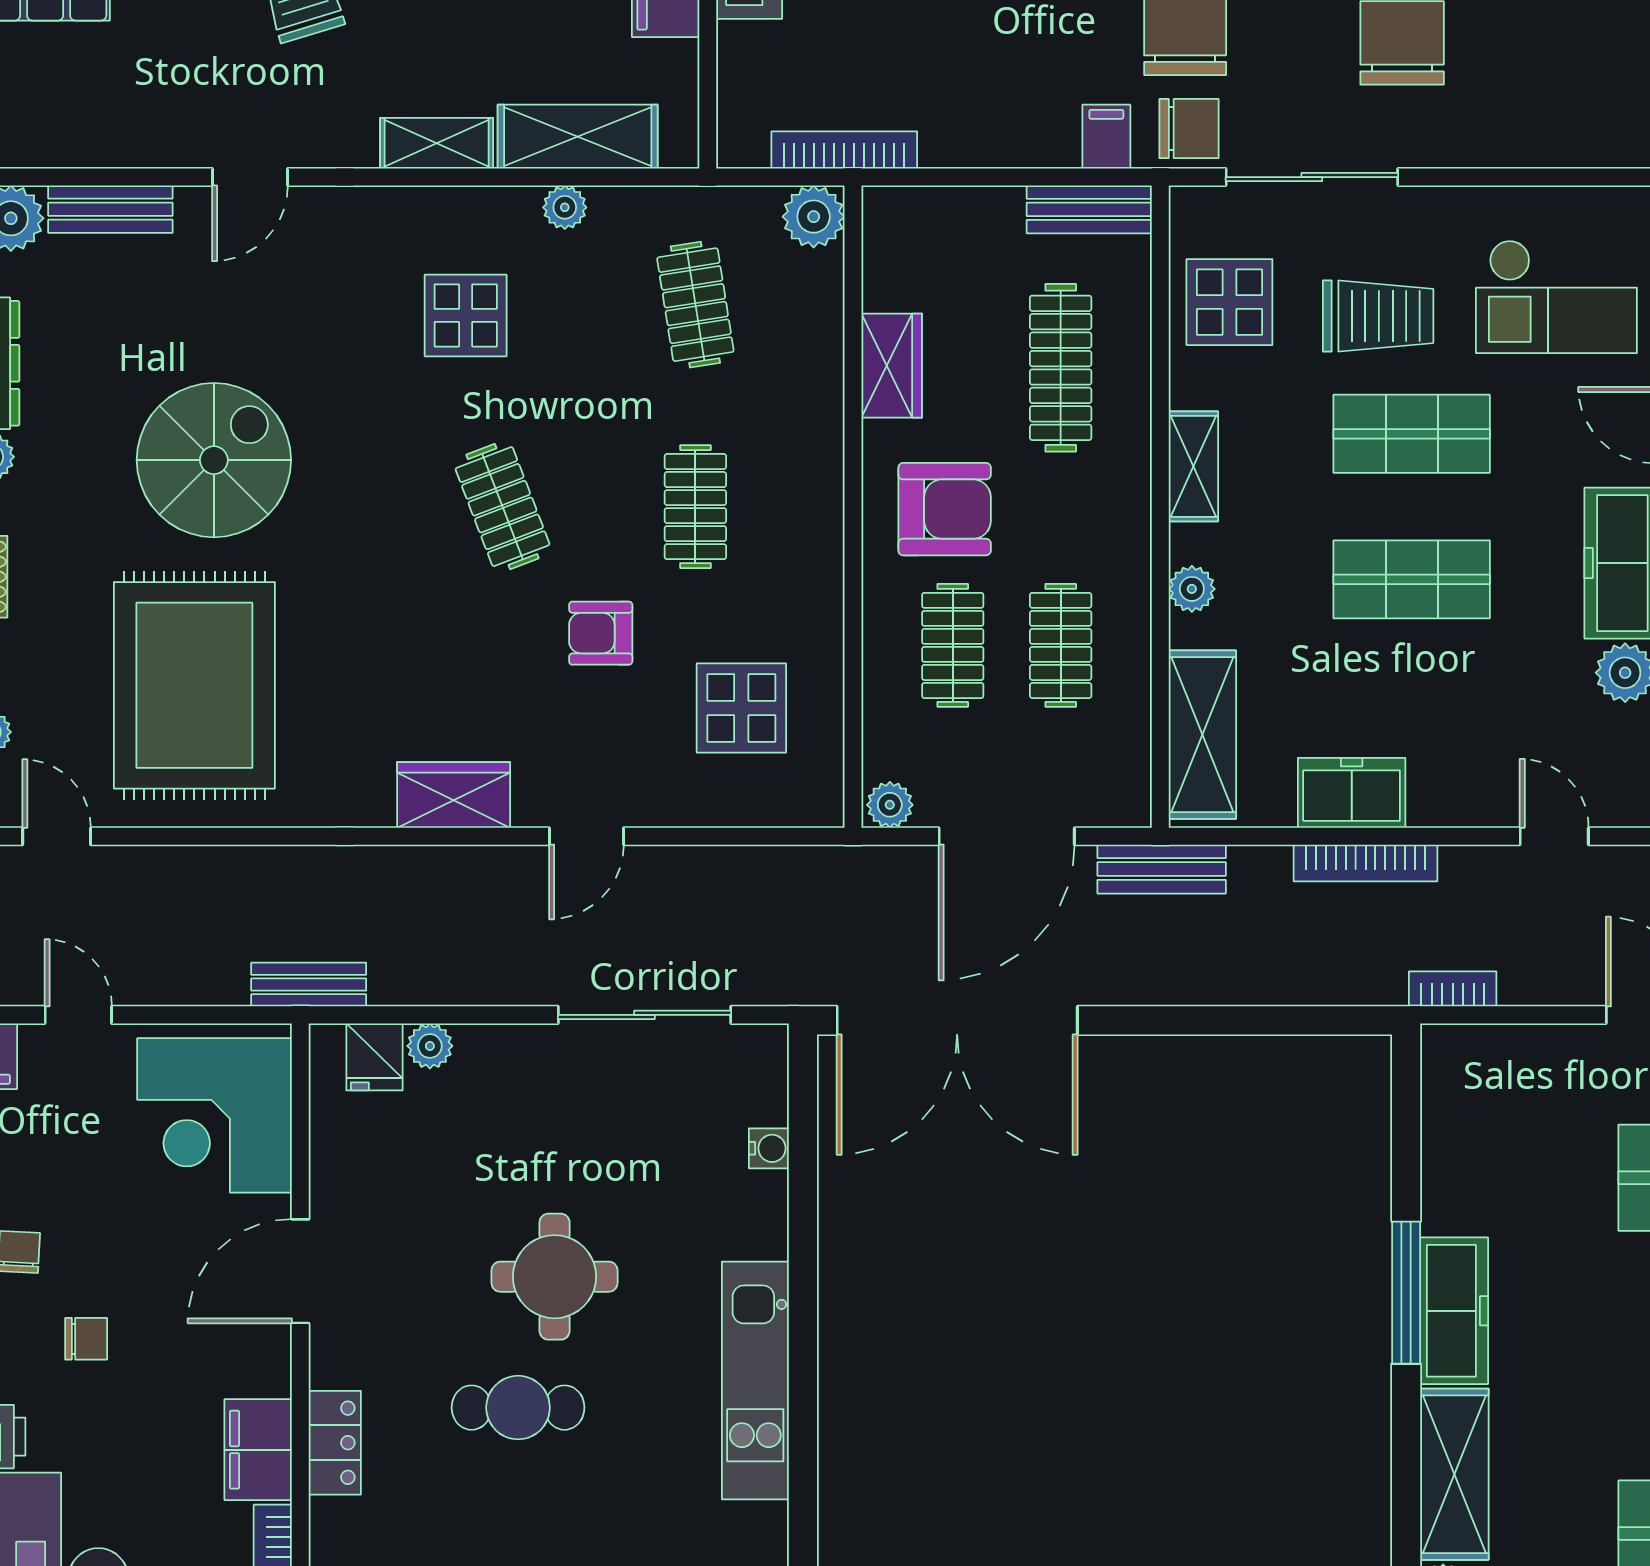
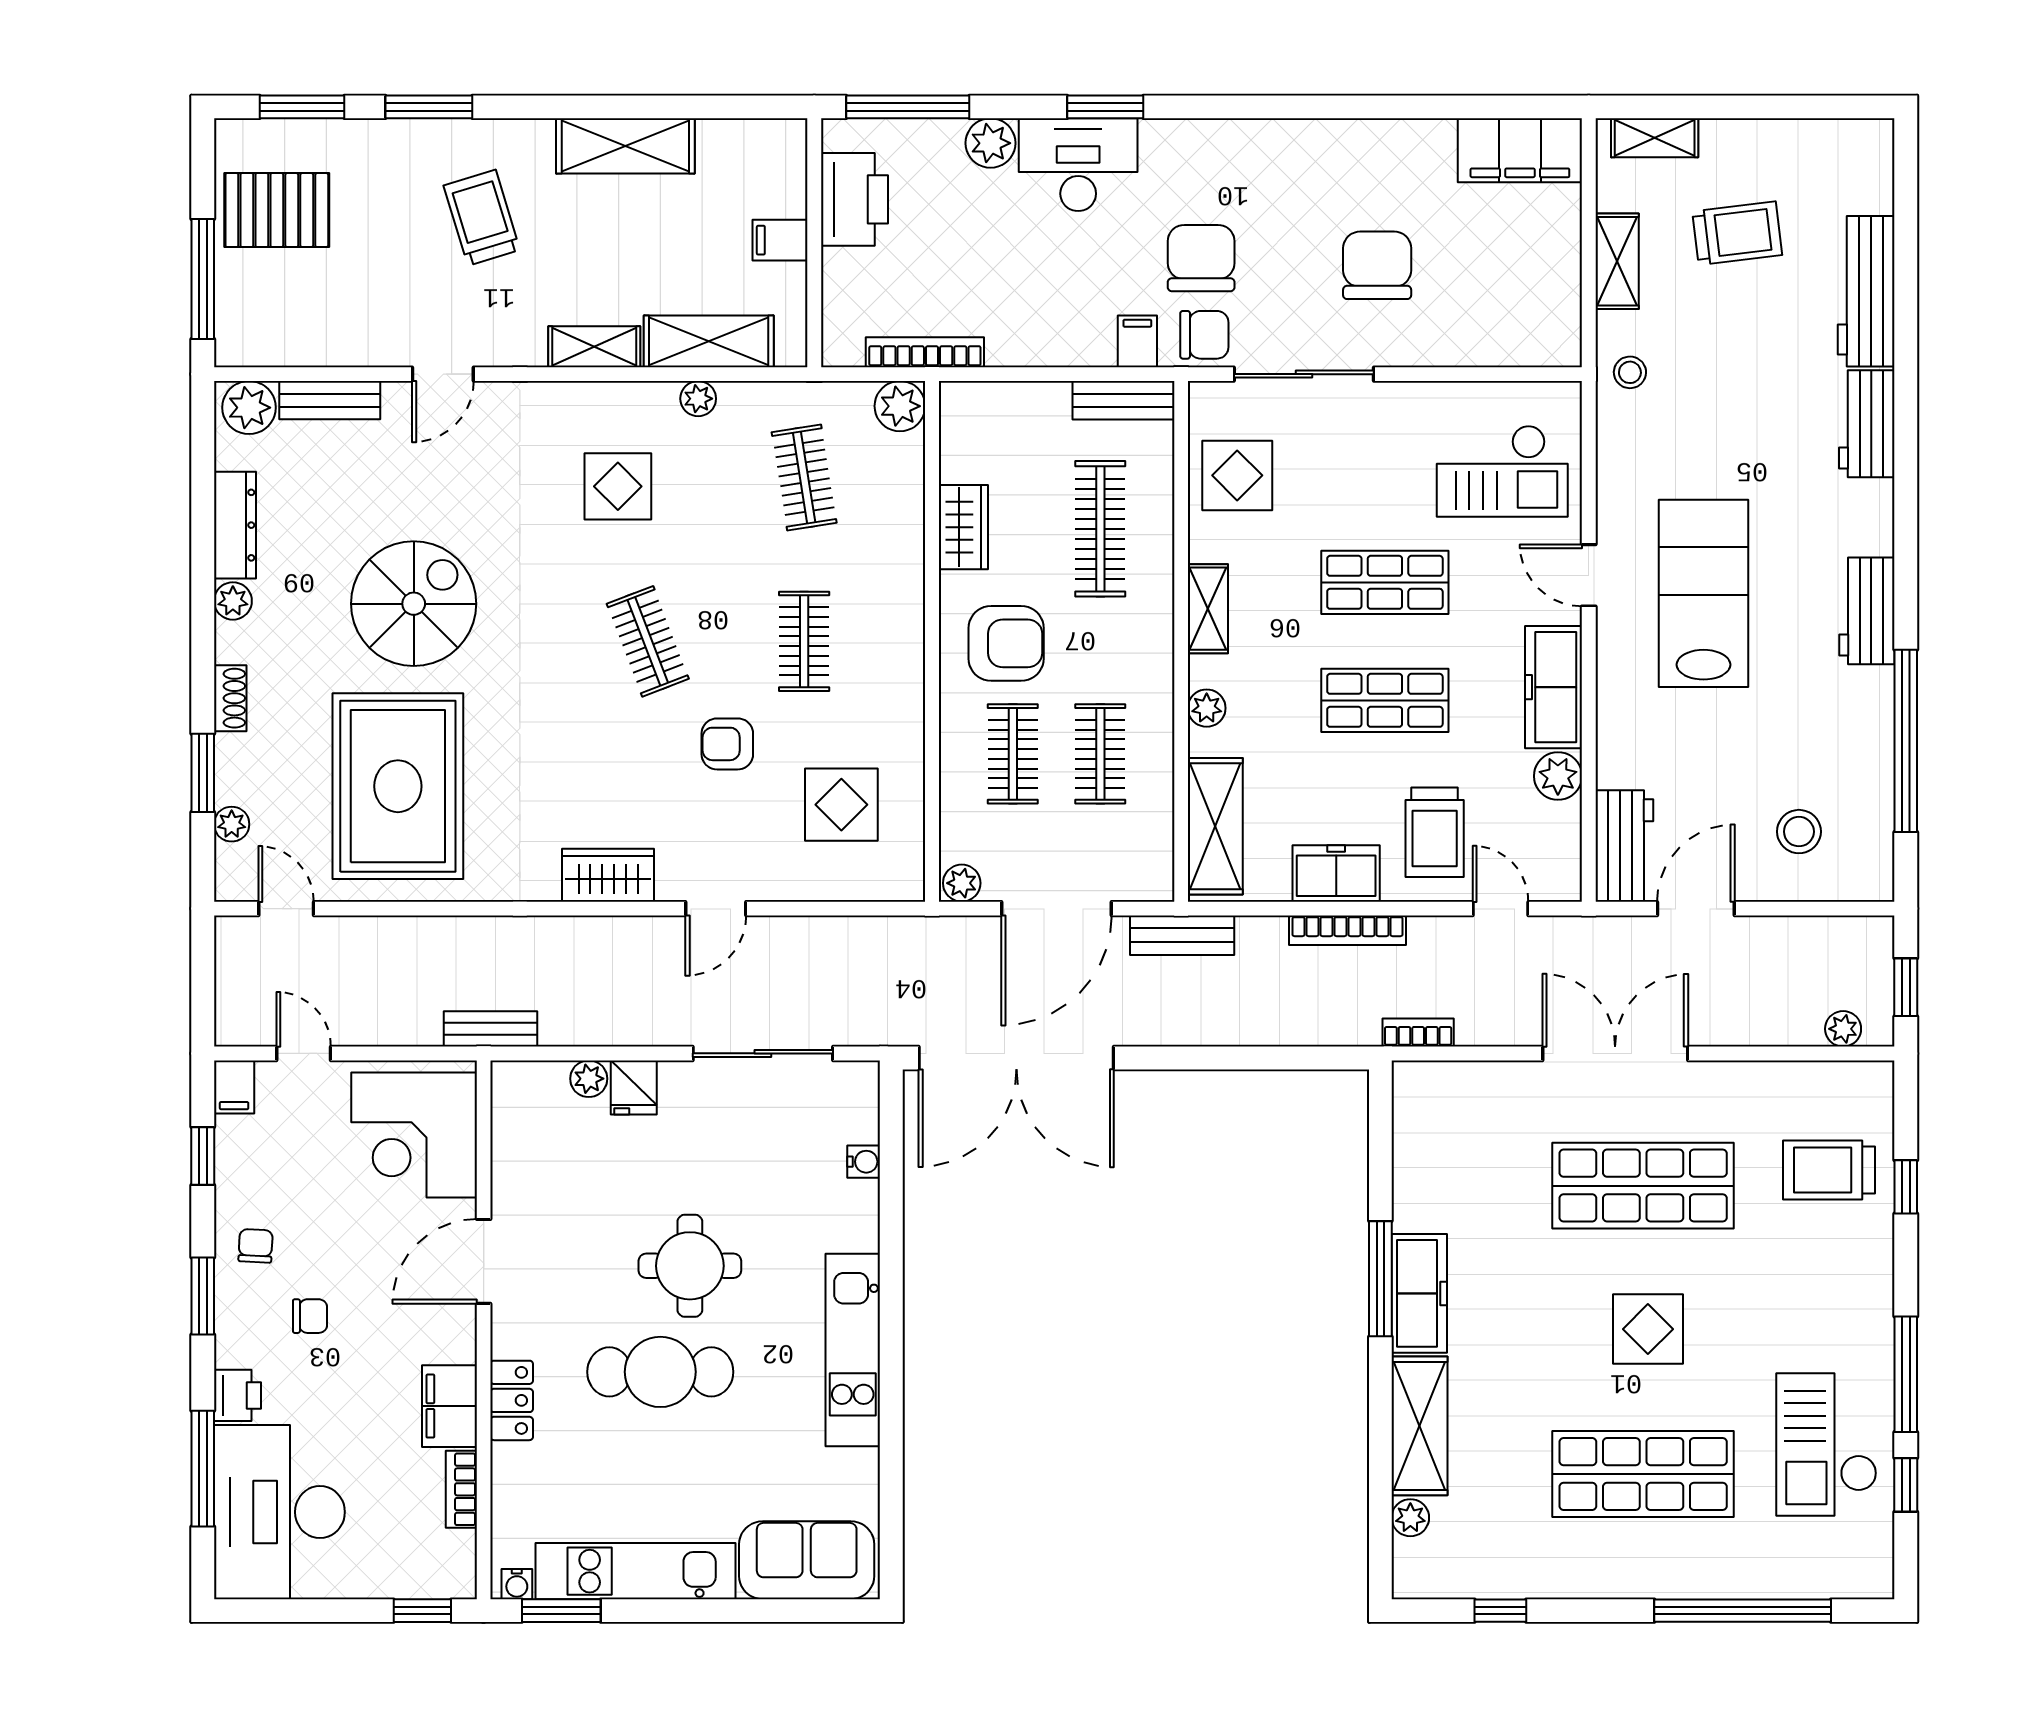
trolley: (1378, 316) -> (1435, 832), moved, turned 90
fridge: (374, 1057) -> (634, 1088), moved
cafe table: (518, 1408) -> (660, 1372), width x1.37, depth x1.35

